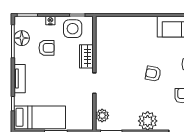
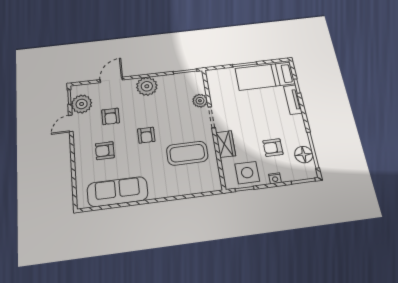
coffee table: (120, 52) -> (187, 153), added
armchair: (153, 74) -> (146, 135), turned 79
tv unit: (20, 79) -> (293, 100), moved
plant: (102, 115) -> (200, 101), moved

